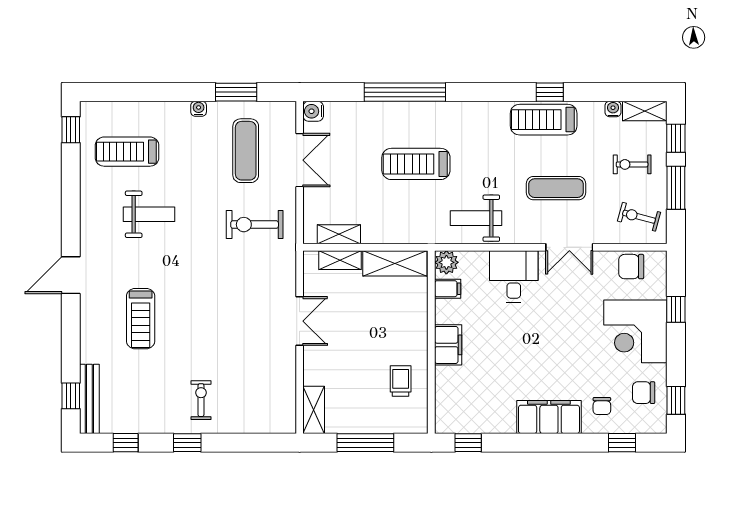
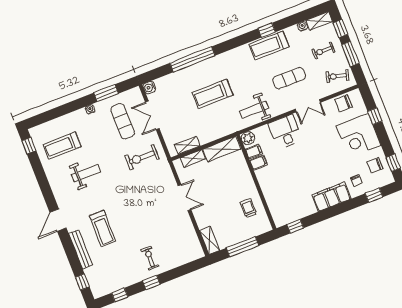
double door: (300, 160) -> (152, 115), swing flipped
filing cabinet: (448, 345) -> (258, 162), moved, width x0.50
bench: (89, 399) -> (81, 249), moved

